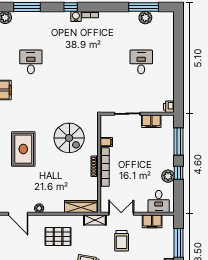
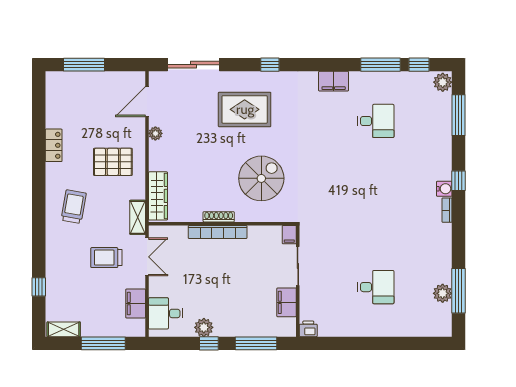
spiral stairs: (69, 138) -> (261, 178), turned 180
filing cabinet: (106, 142) -> (289, 235), moved
pallet: (58, 237) -> (113, 162), turned 90

